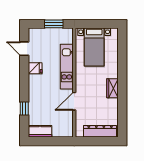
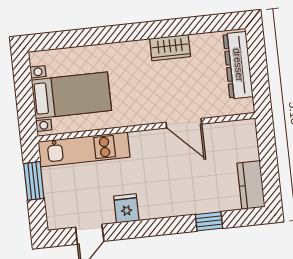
kitchen unit: (67, 67) -> (84, 149), moved
wardrobe: (112, 88) -> (170, 48), moved

